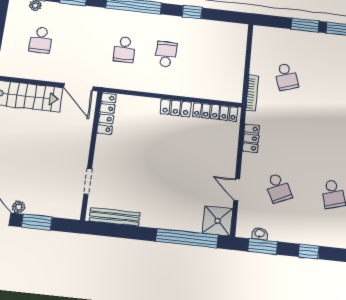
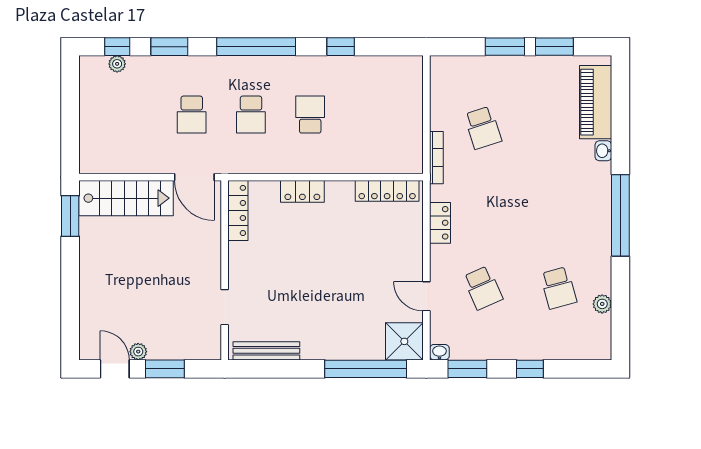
school desk: (41, 40) -> (192, 115), moved
locker: (176, 108) -> (302, 191), moved
washbasin: (260, 234) -> (439, 352), moved

